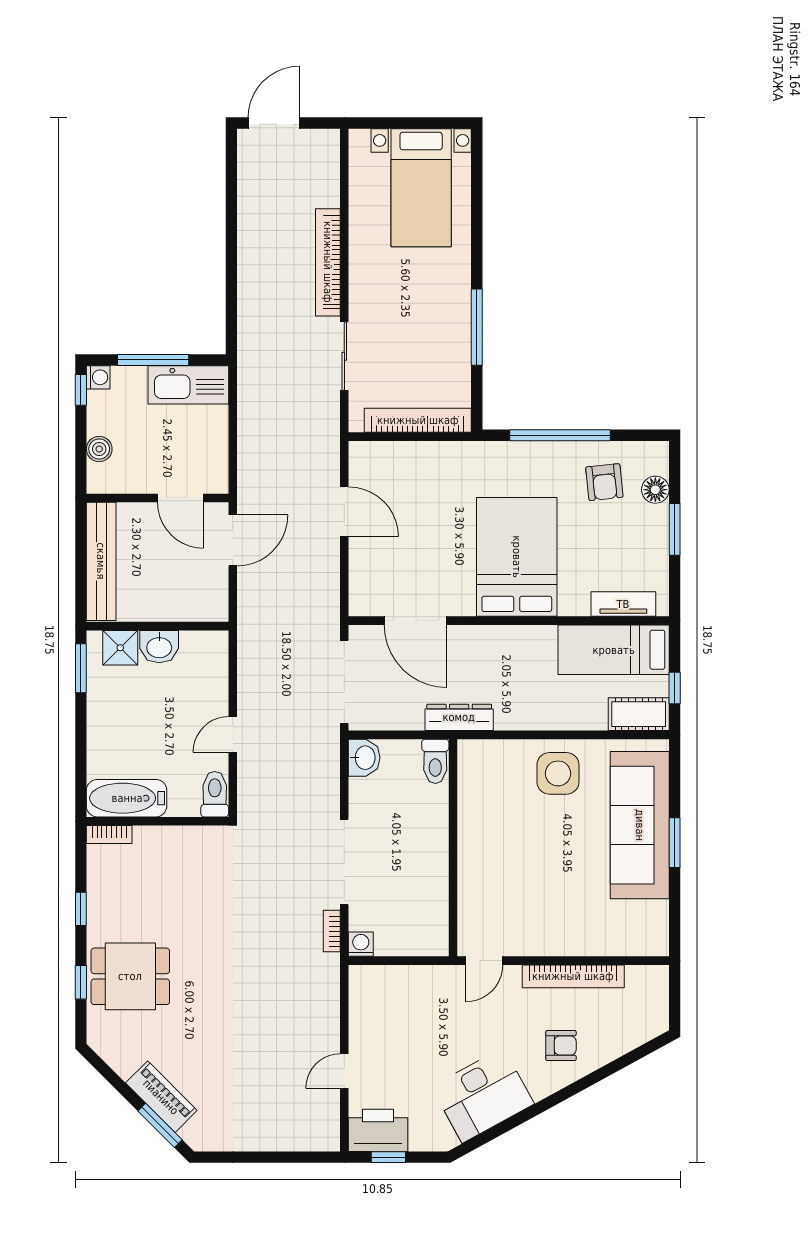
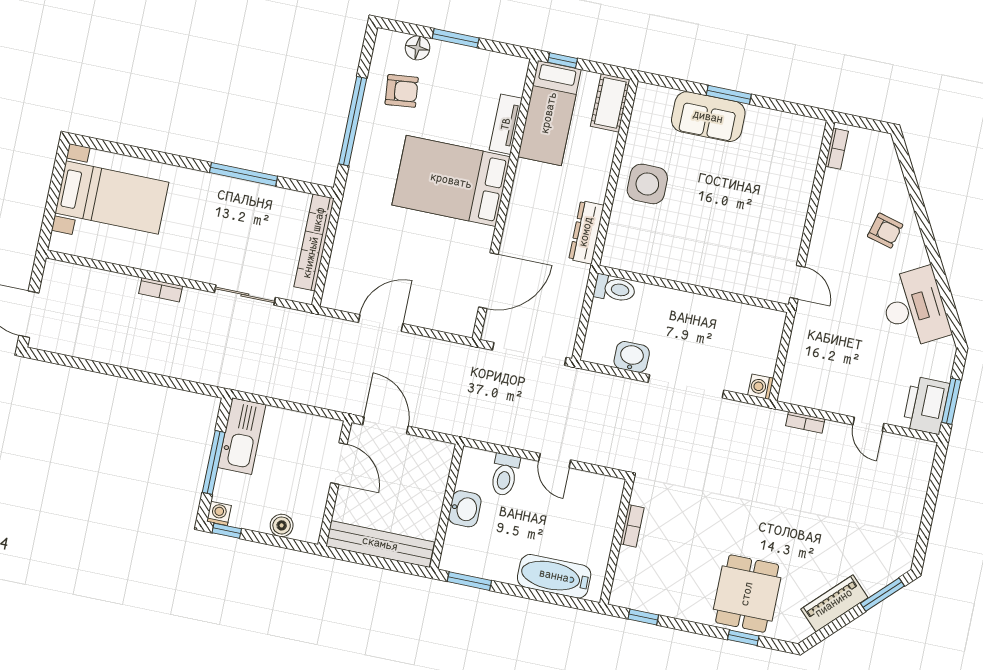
bookcase: (328, 262) -> (161, 290), width x0.43, depth x0.76
door: (180, 498) -> (339, 463), hinge flipped
tv unit: (623, 604) -> (506, 124), moved
shower: (120, 648) -> (459, 543), removed
window: (675, 688) -> (563, 60), moved
dresser: (459, 717) -> (586, 232), moved
washbasin: (364, 758) -> (632, 357), moved
toilet: (215, 794) -> (505, 475), moved, turned -90
bathtub: (127, 798) -> (554, 576), moved, turned 90
sofa: (640, 825) -> (708, 117), width x0.54, depth x0.79
bookcase: (109, 835) -> (632, 526), moved
window: (81, 909) -> (643, 617), moved
bookcase: (332, 931) -> (805, 422), moved
bookcase: (573, 976) -> (837, 149), moved, width x0.43, depth x0.76
armchair: (561, 1046) -> (885, 231), turned 105
piano: (161, 1097) -> (834, 603), moved
window: (388, 1157) -> (951, 401), width x1.50

